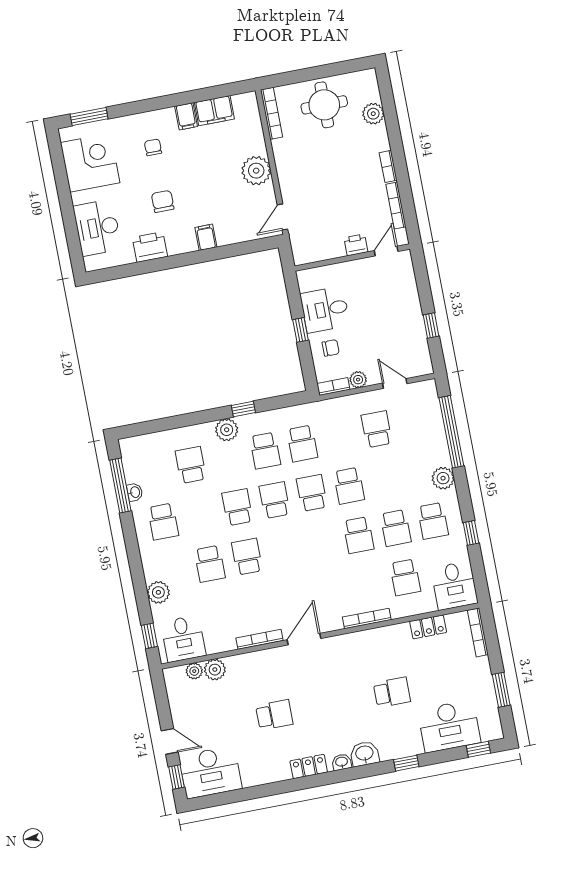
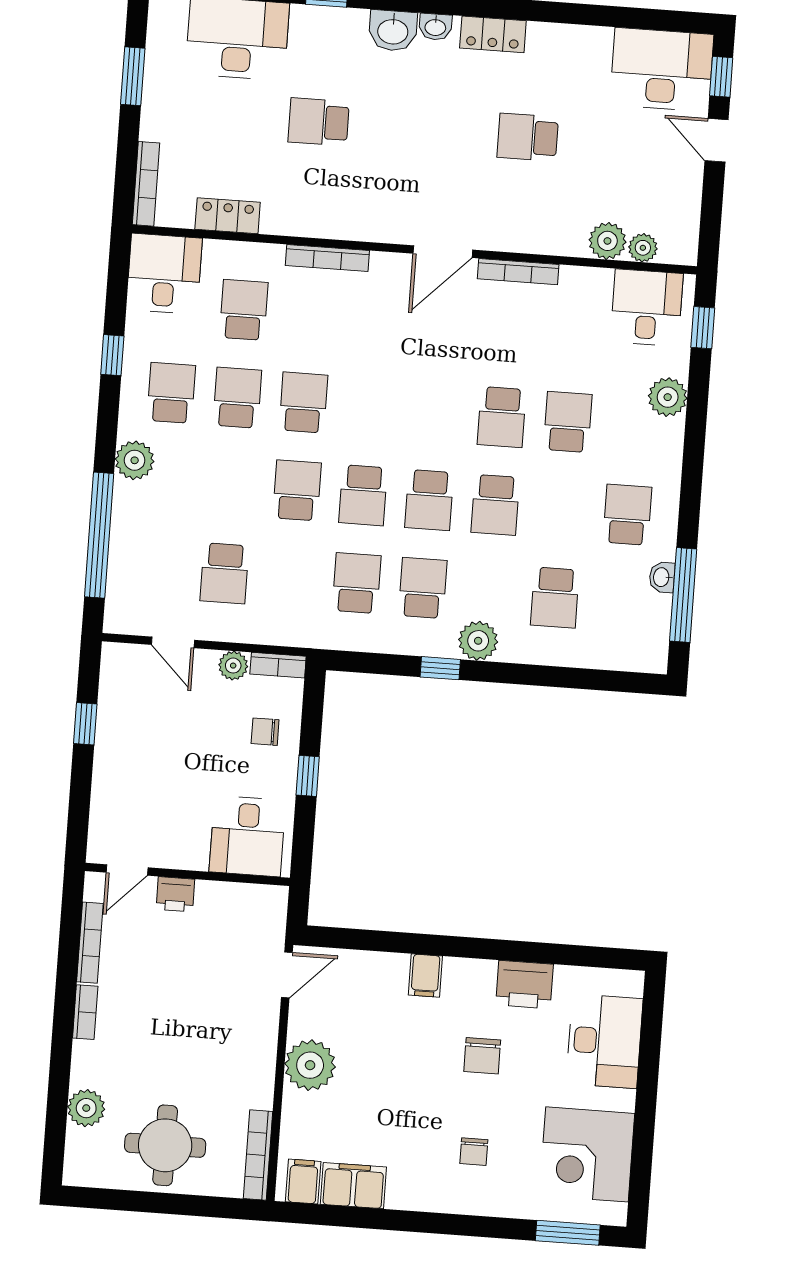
filing cabinet: (186, 116) -> (303, 1182), moved
desk: (325, 310) -> (247, 836), moved, turned 90

